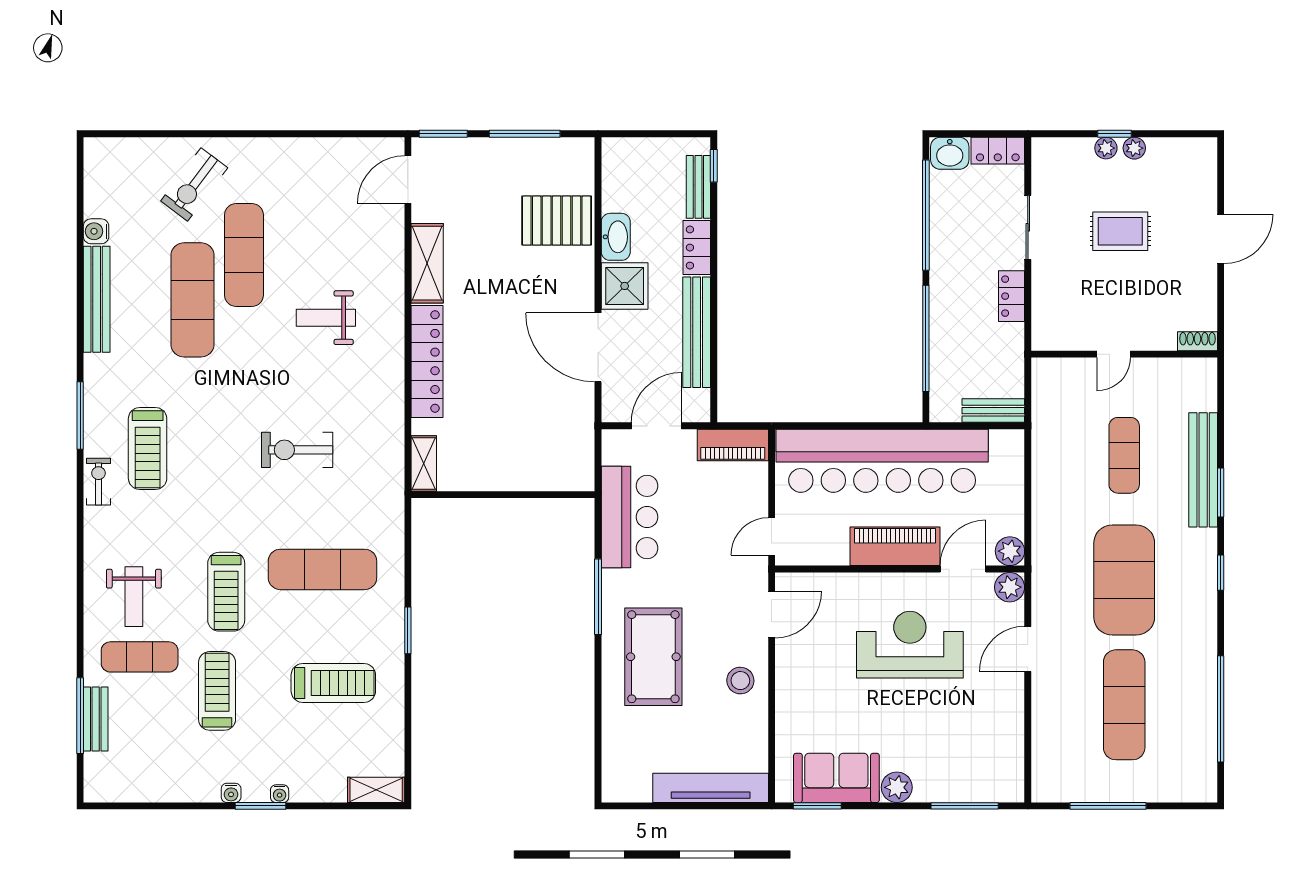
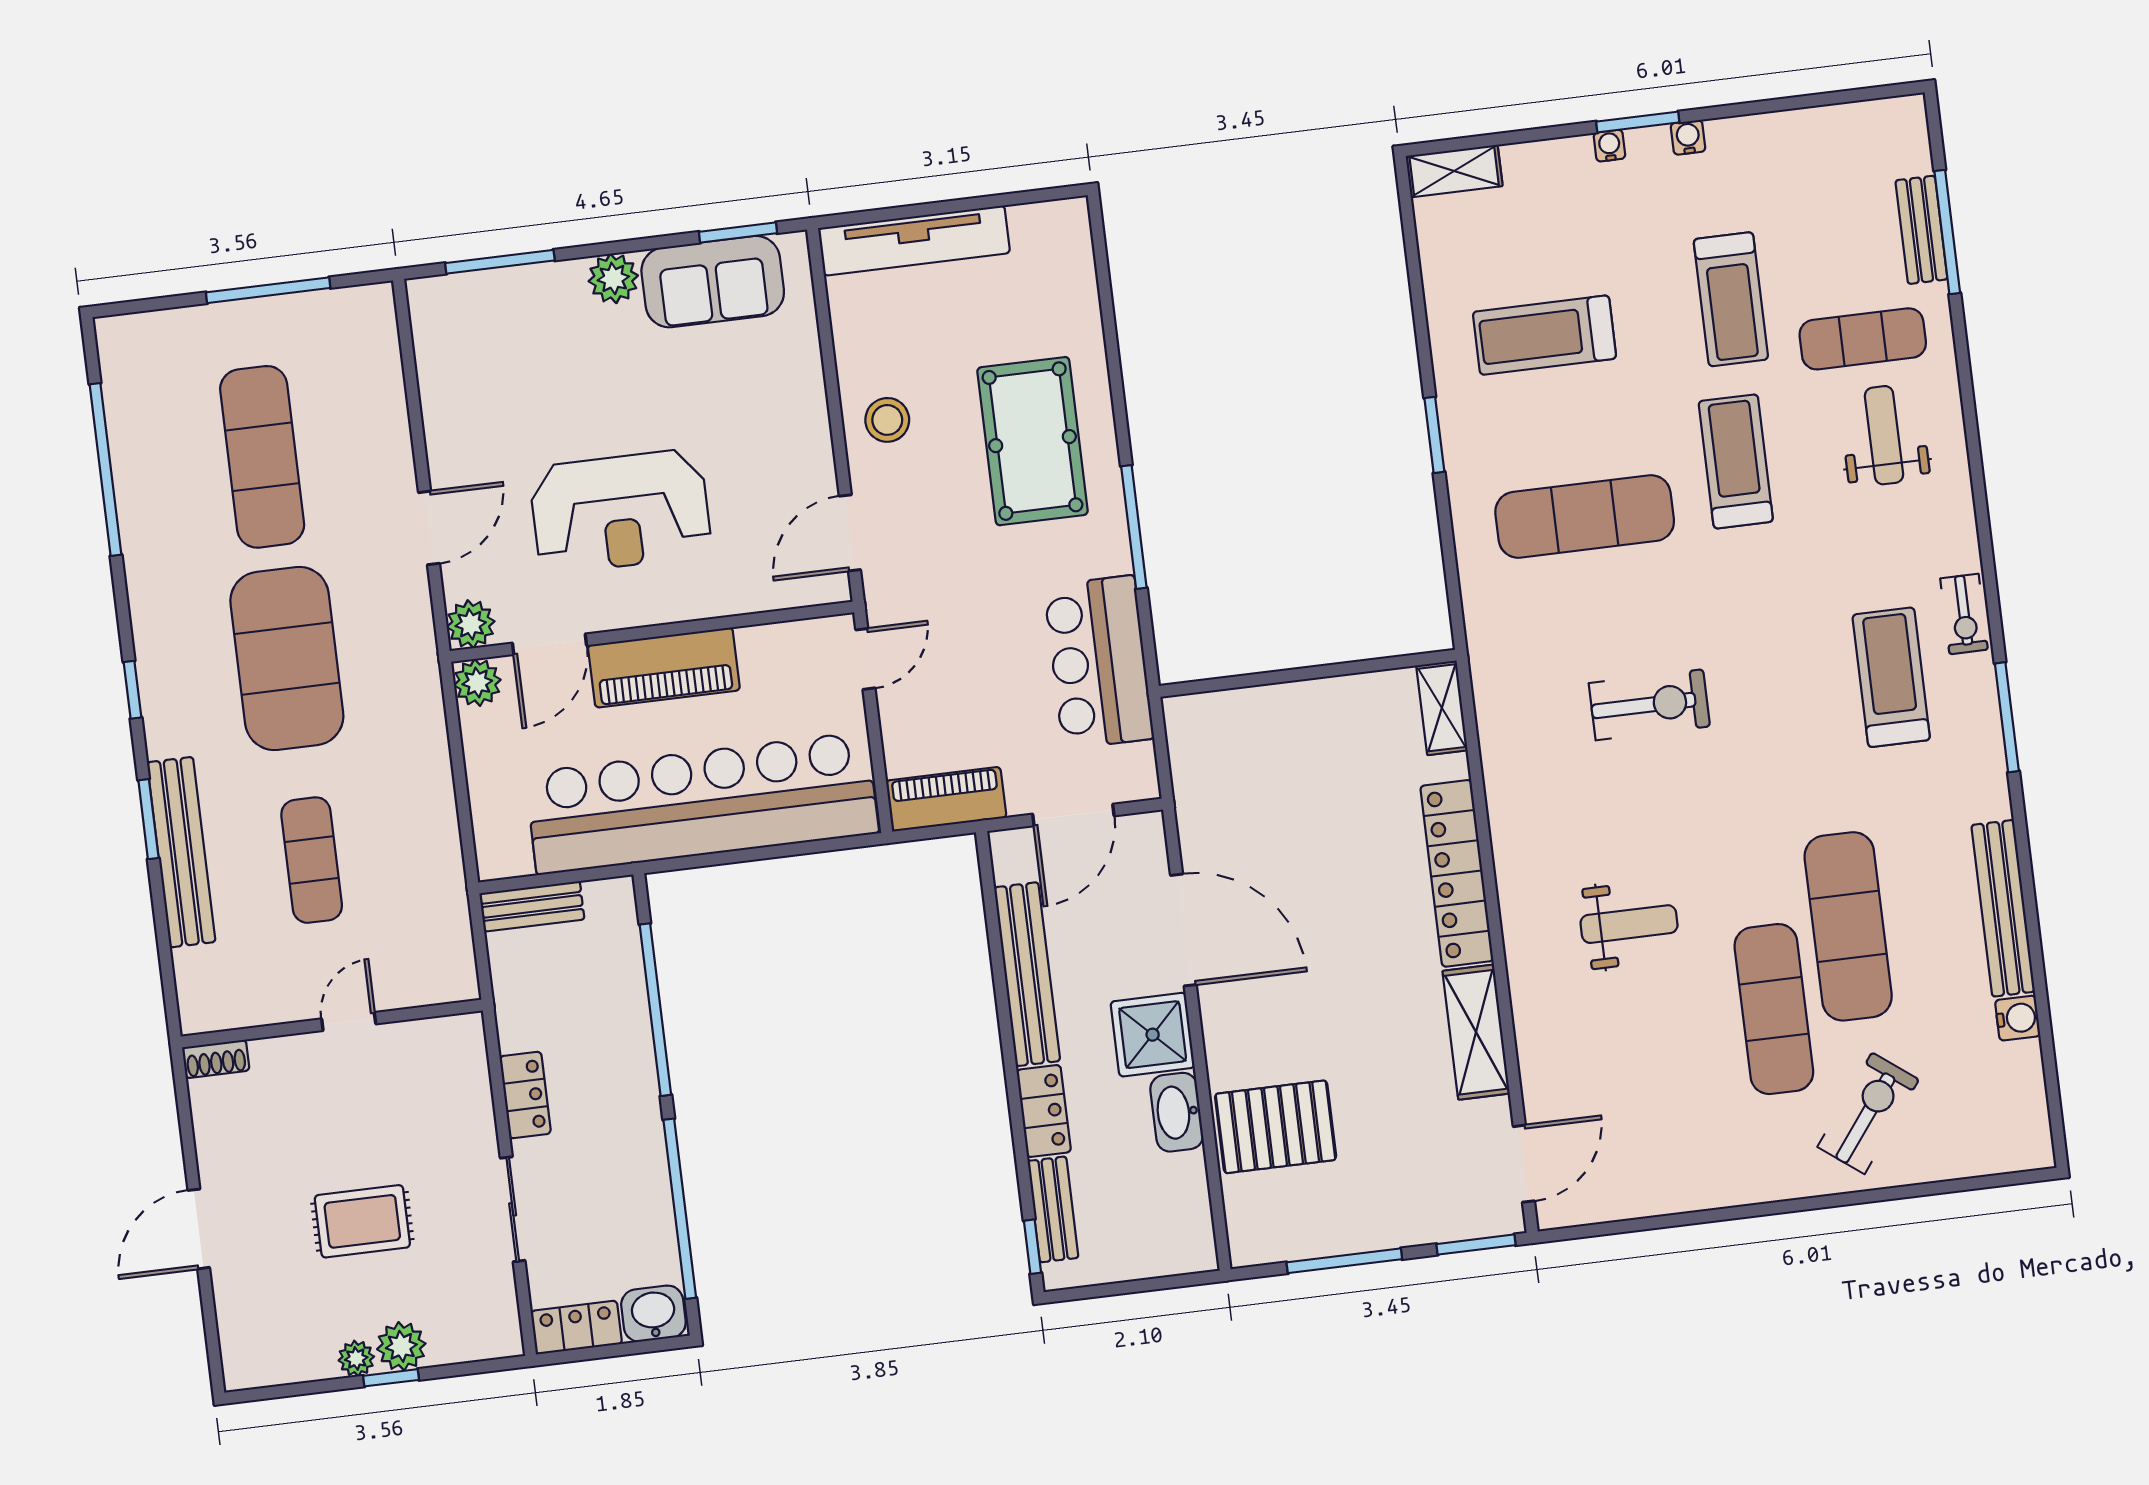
plant: (1106, 148) -> (401, 1346), width x1.38, depth x1.38

